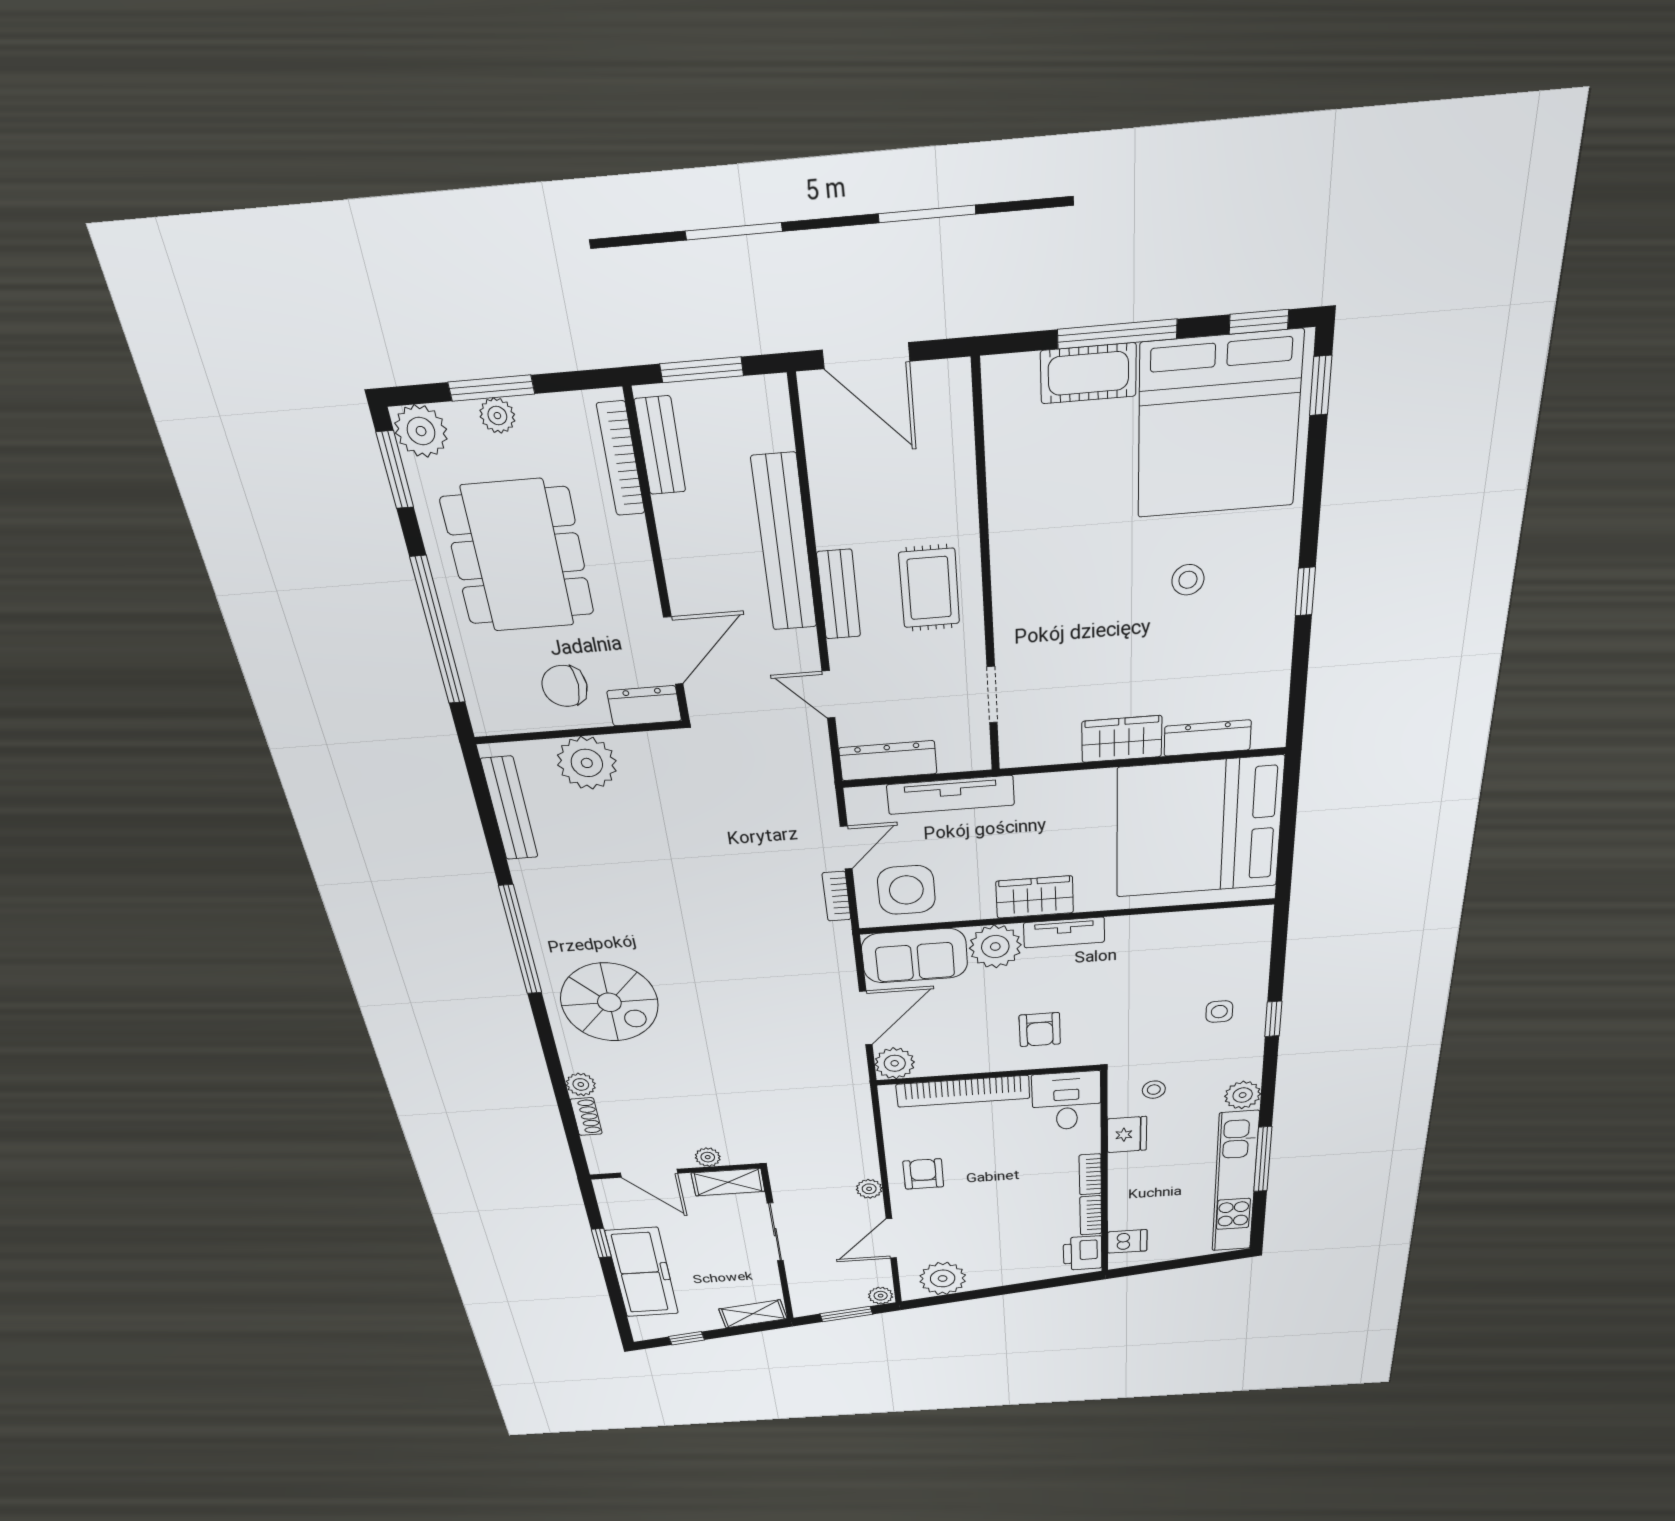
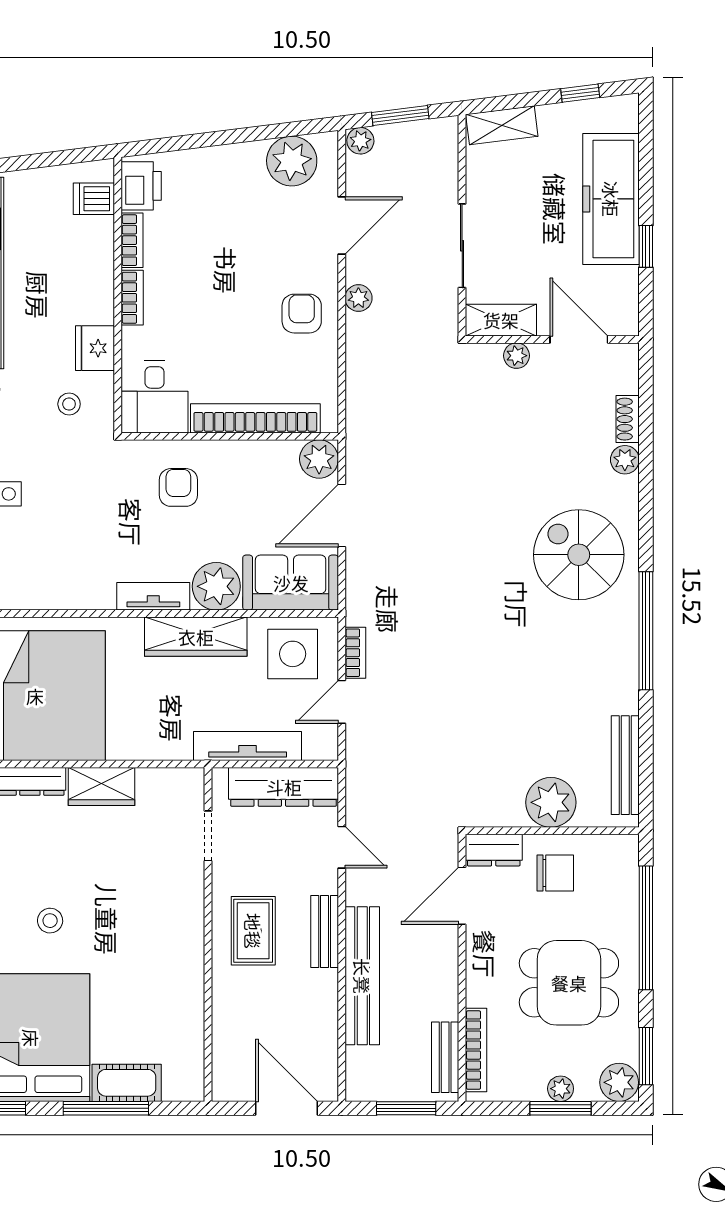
dining table: (518, 556) -> (569, 983), width x0.73
dresser: (888, 761) -> (284, 787), width x1.37, depth x1.24
wardrobe: (1035, 897) -> (196, 637), width x1.50
armchair: (923, 1174) -> (302, 314), turned 180

